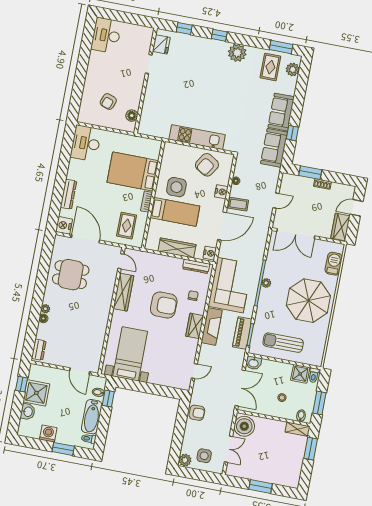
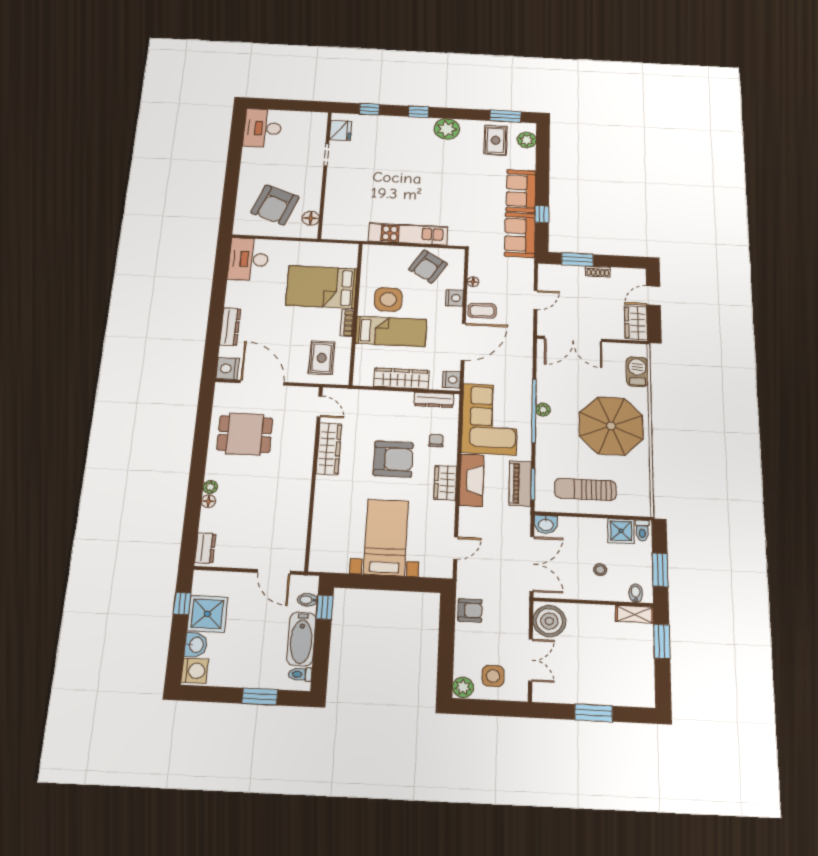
armchair: (108, 101) -> (275, 205), width x1.88, depth x1.88
bed with nightstands: (130, 354) -> (386, 537), moved
washing machine: (48, 434) -> (195, 671), moved, turned 90

